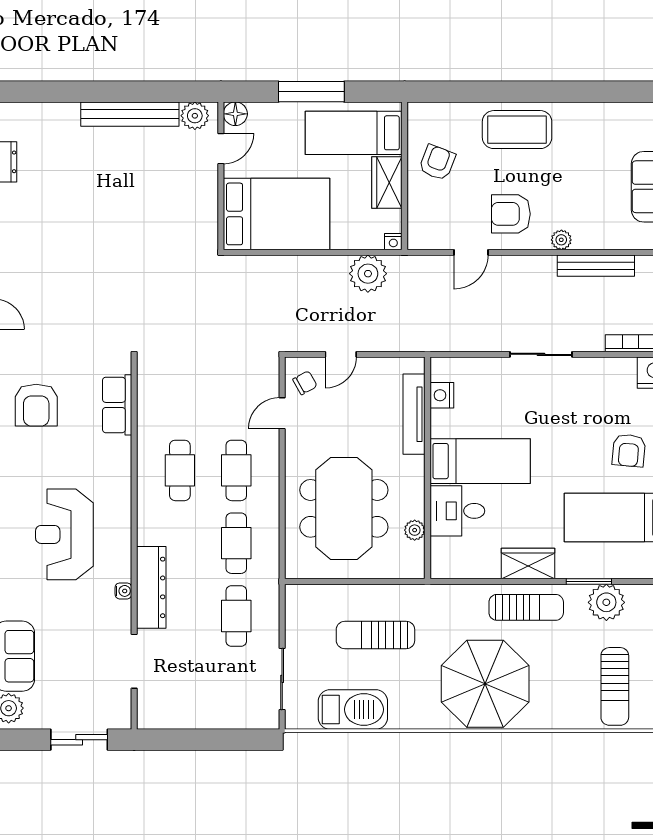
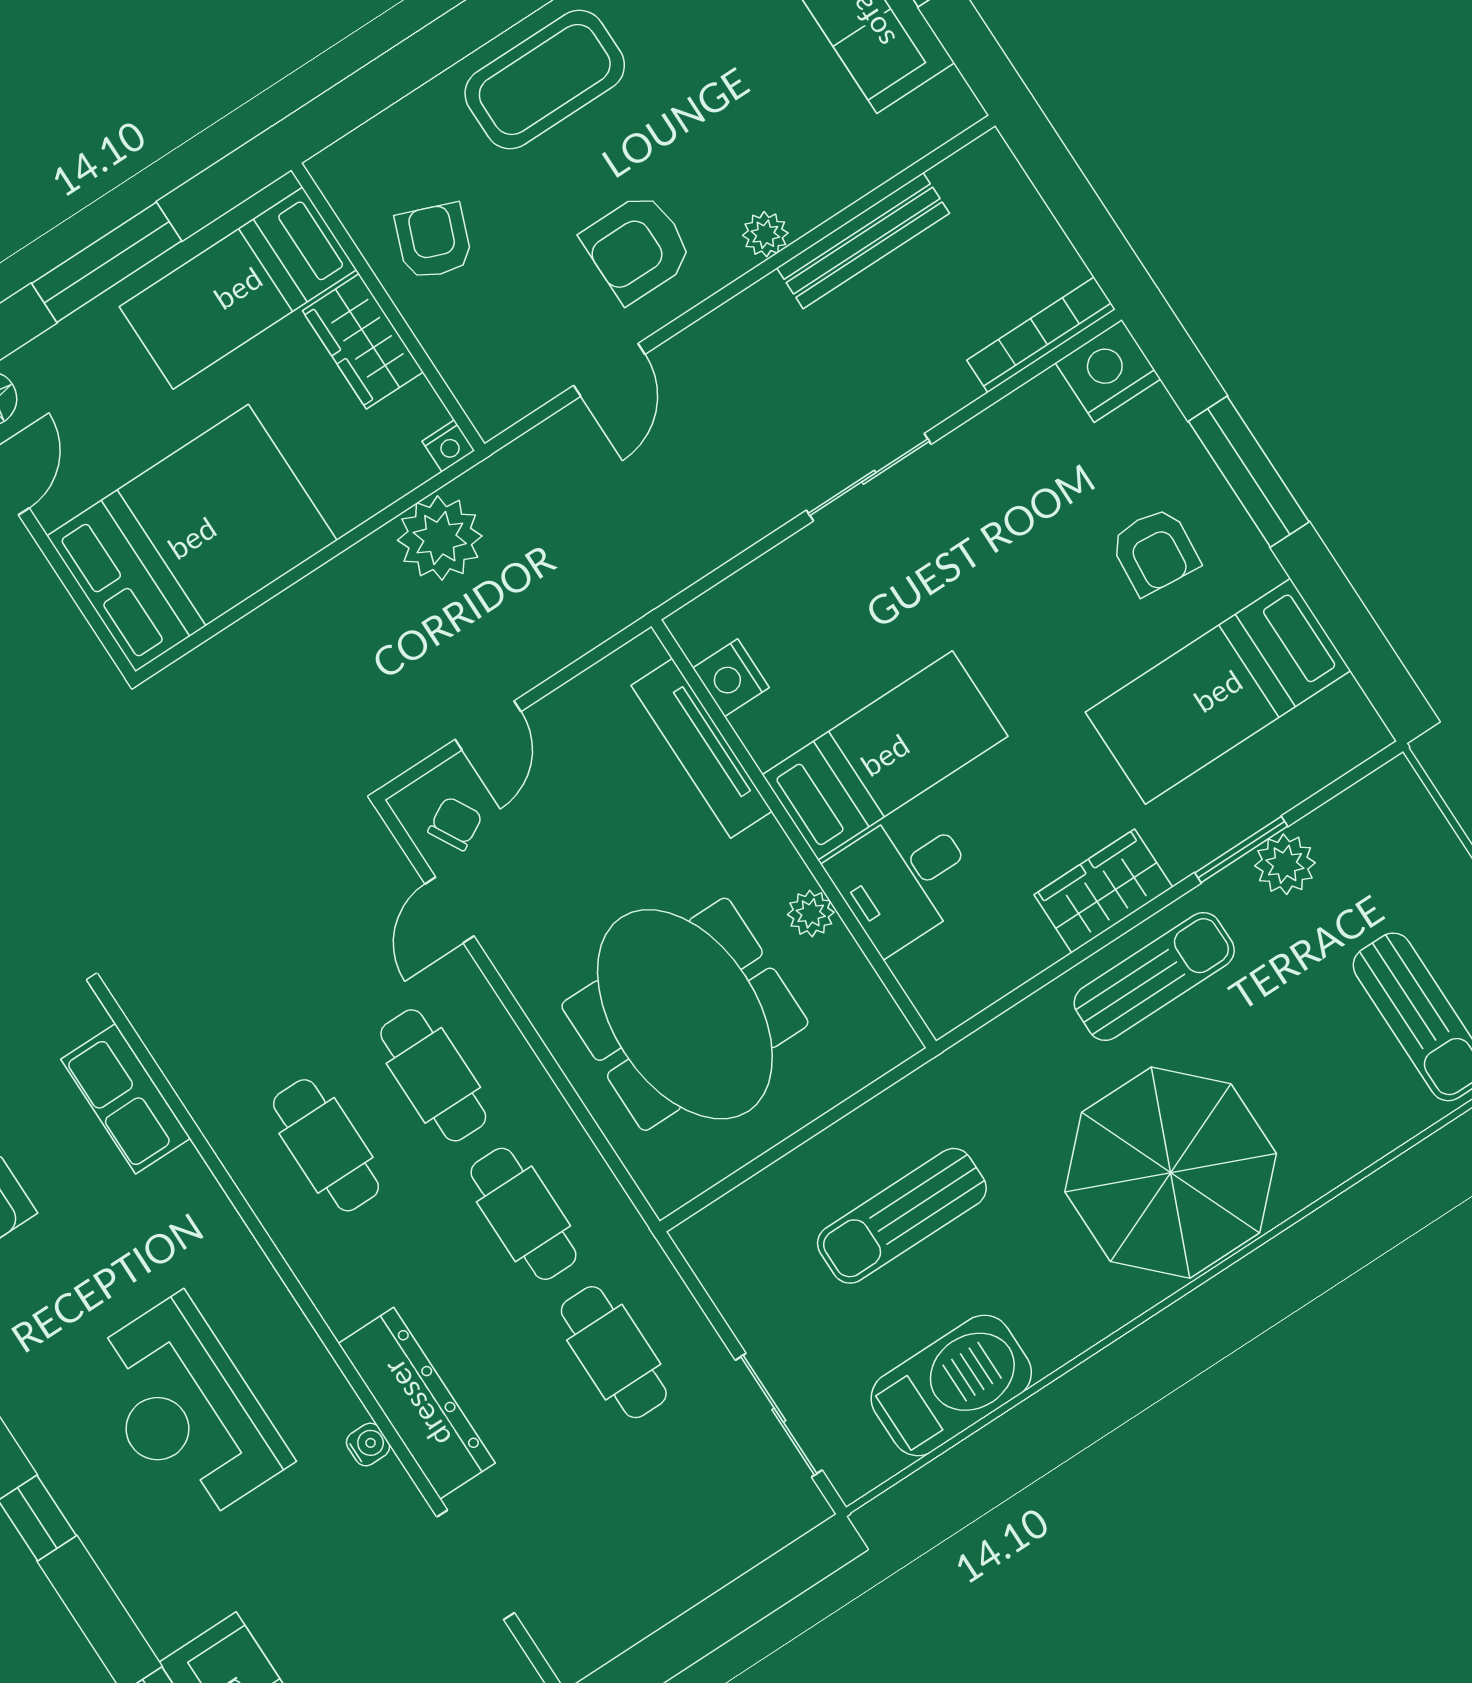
plant: (415, 530) -> (811, 913), moved
plant: (606, 602) -> (1285, 864), width x0.73, depth x0.73

